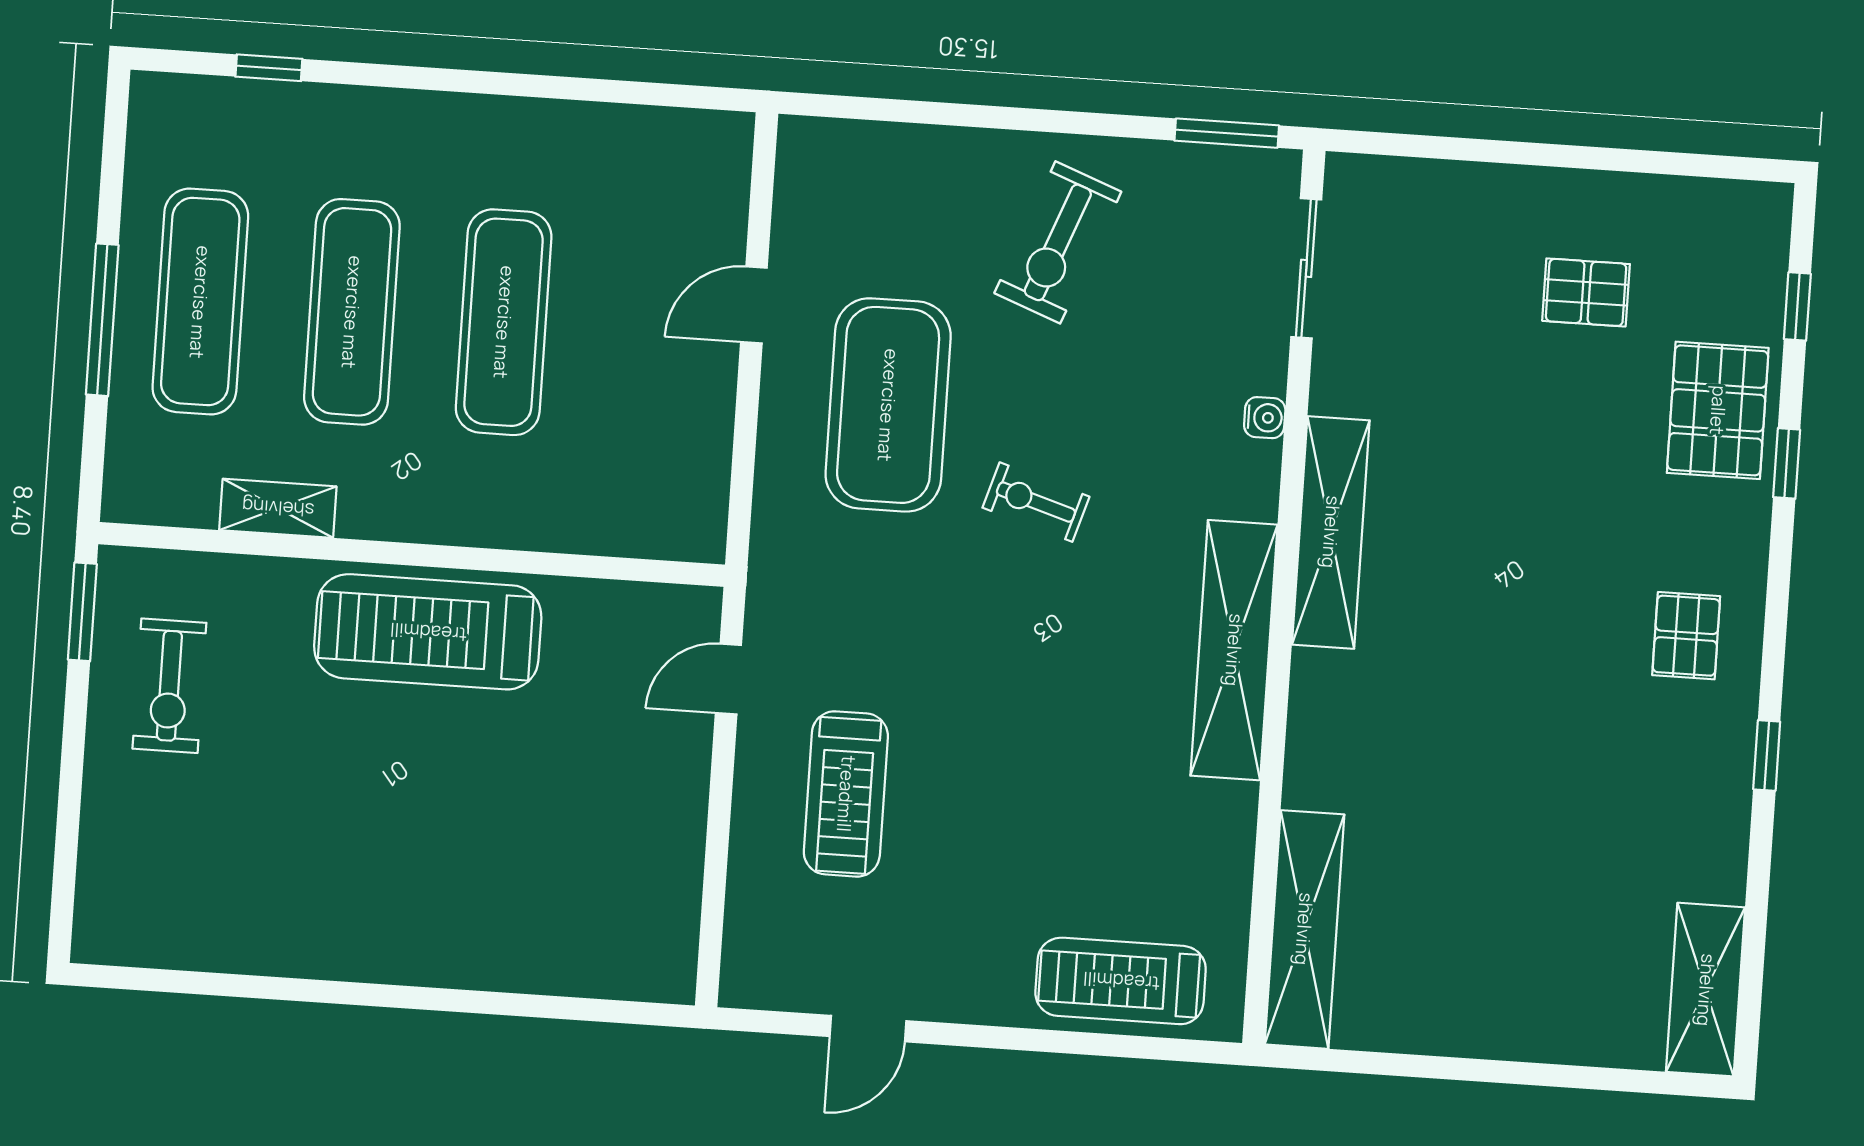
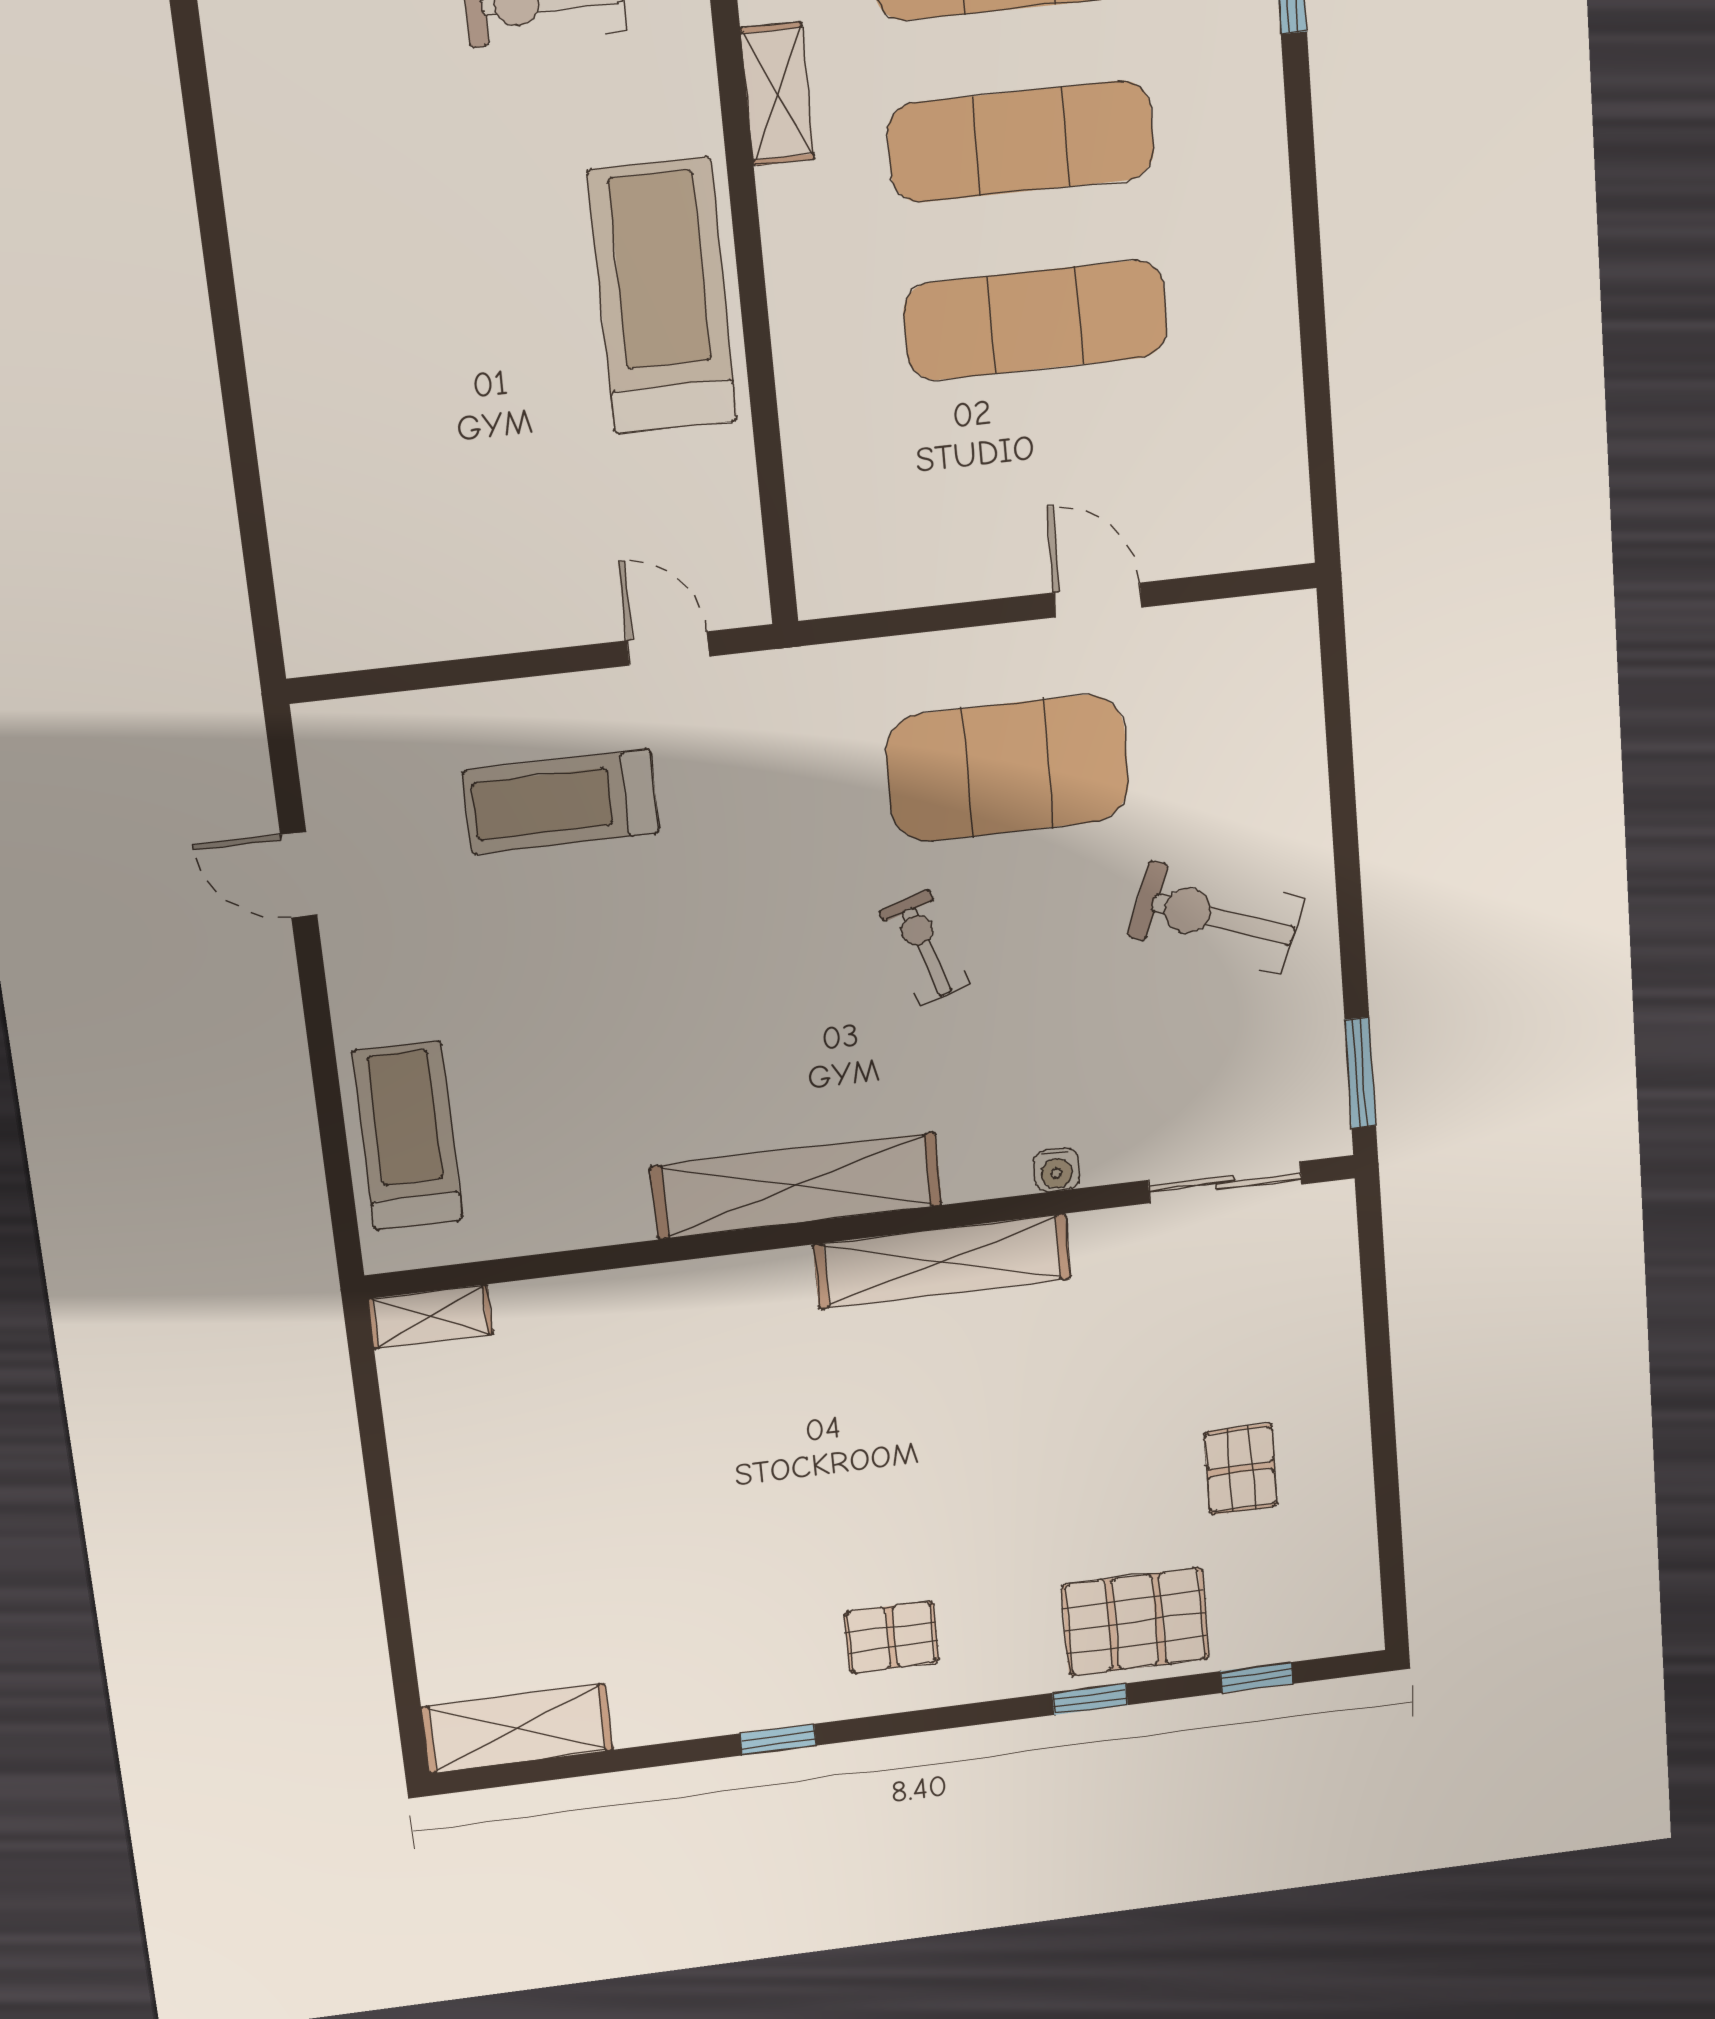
exercise bike: (1036, 502) -> (925, 947), turned -35
shelving: (1304, 929) -> (430, 1317), width x0.45, depth x0.75

